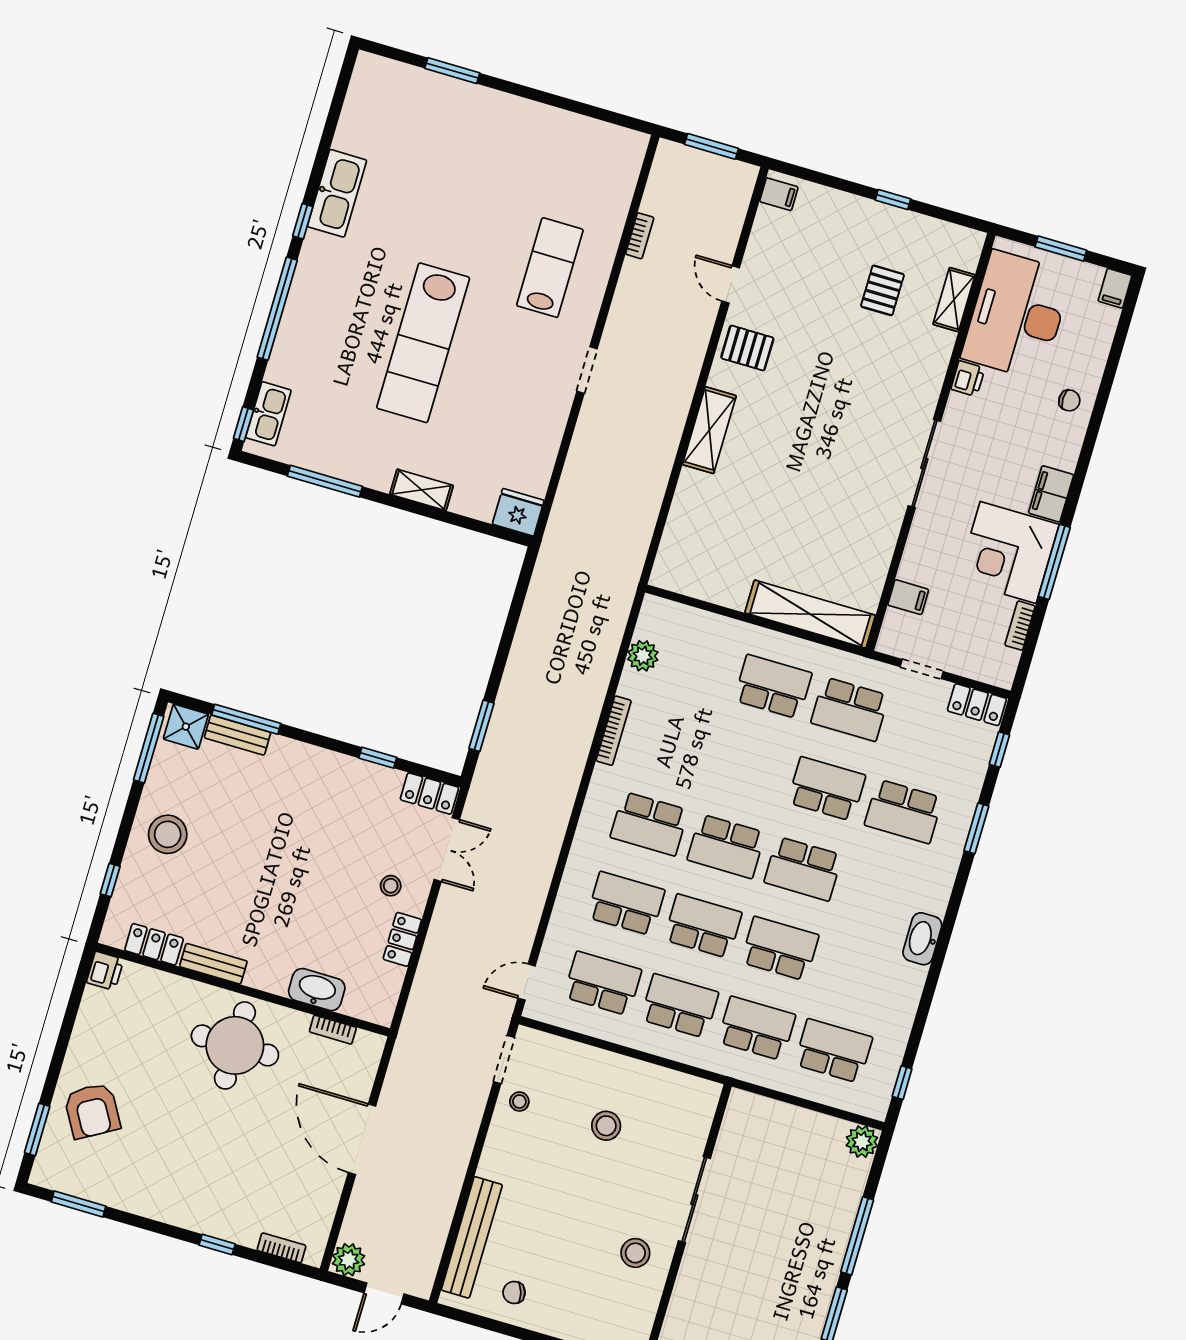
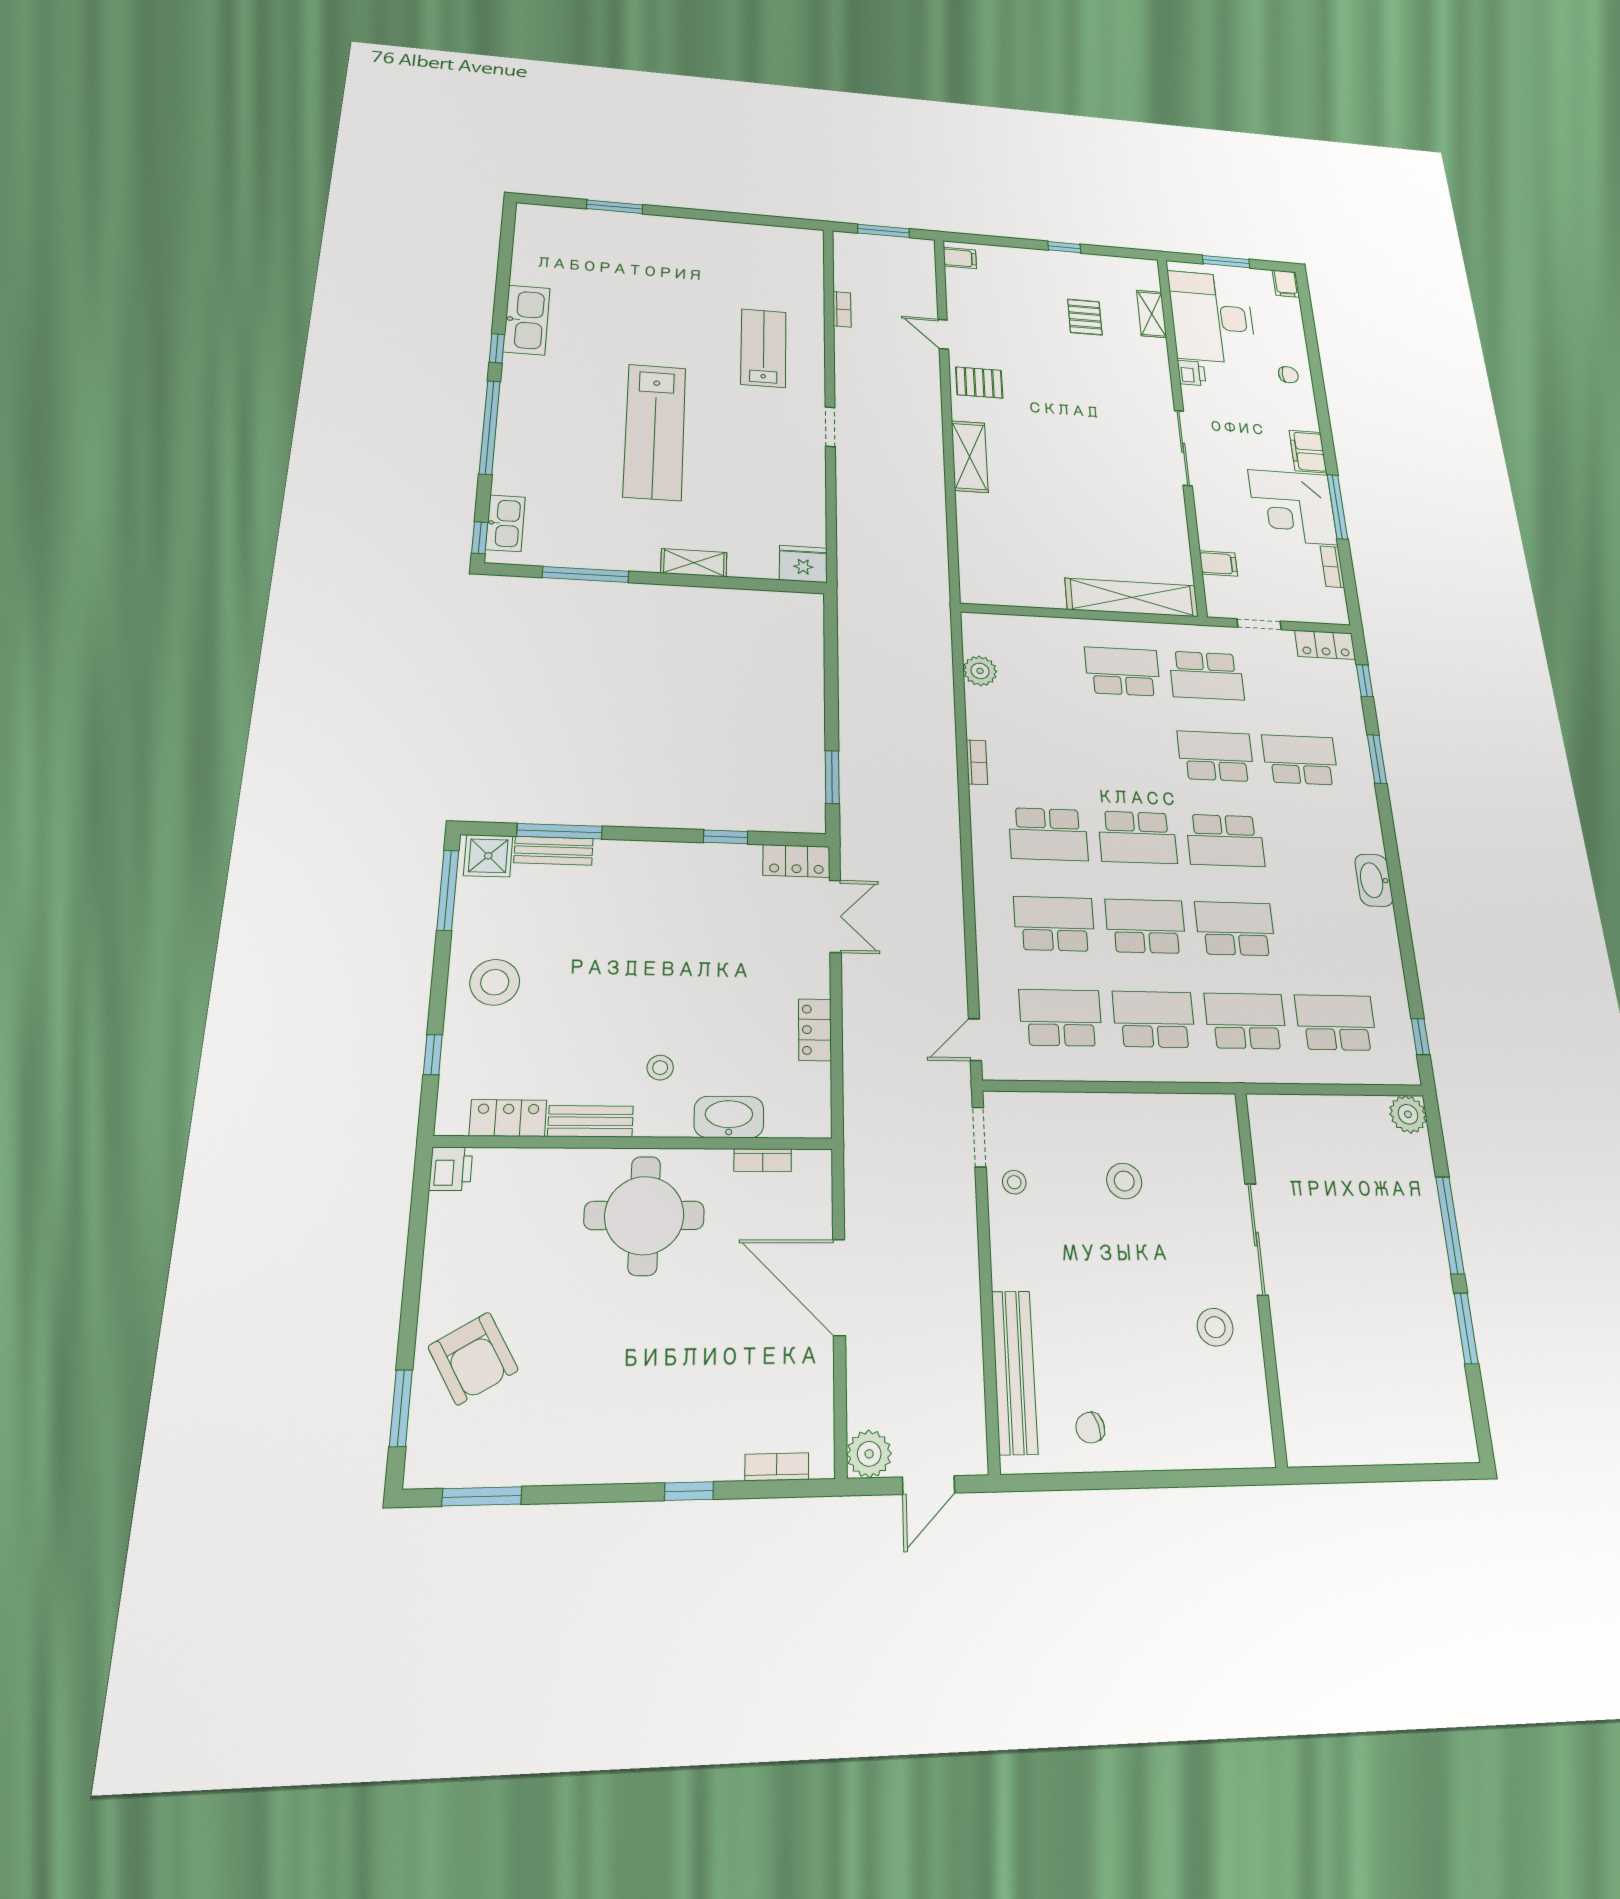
bookcase: (614, 731) -> (977, 762), width x0.64
school desk: (904, 811) -> (1300, 760), turned 180
stool: (391, 886) -> (660, 1068), moved

